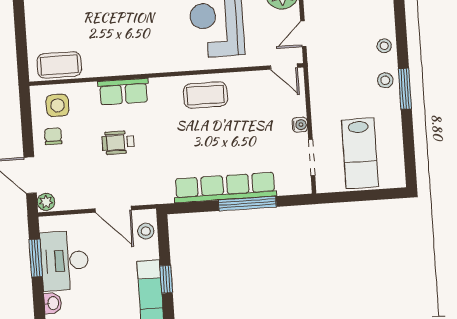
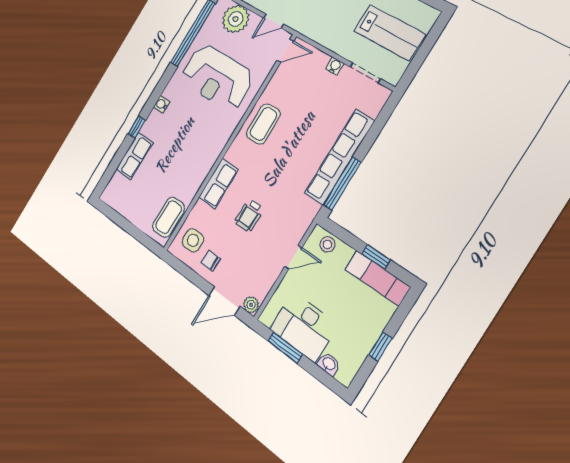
door: (303, 34) -> (274, 21), hinge flipped
window: (247, 203) -> (342, 184), moved
door: (113, 209) -> (293, 257), width x0.73

